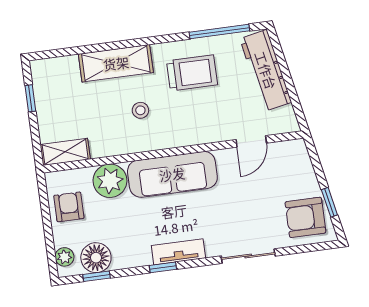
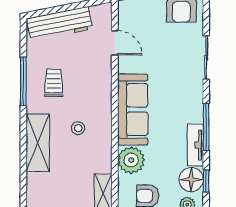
window: (219, 31) -> (23, 81), moved
trolley: (192, 73) -> (54, 83), width x0.73, depth x0.72
tv unit: (178, 252) -> (195, 145), moved
window: (163, 267) -> (206, 127), width x2.17

